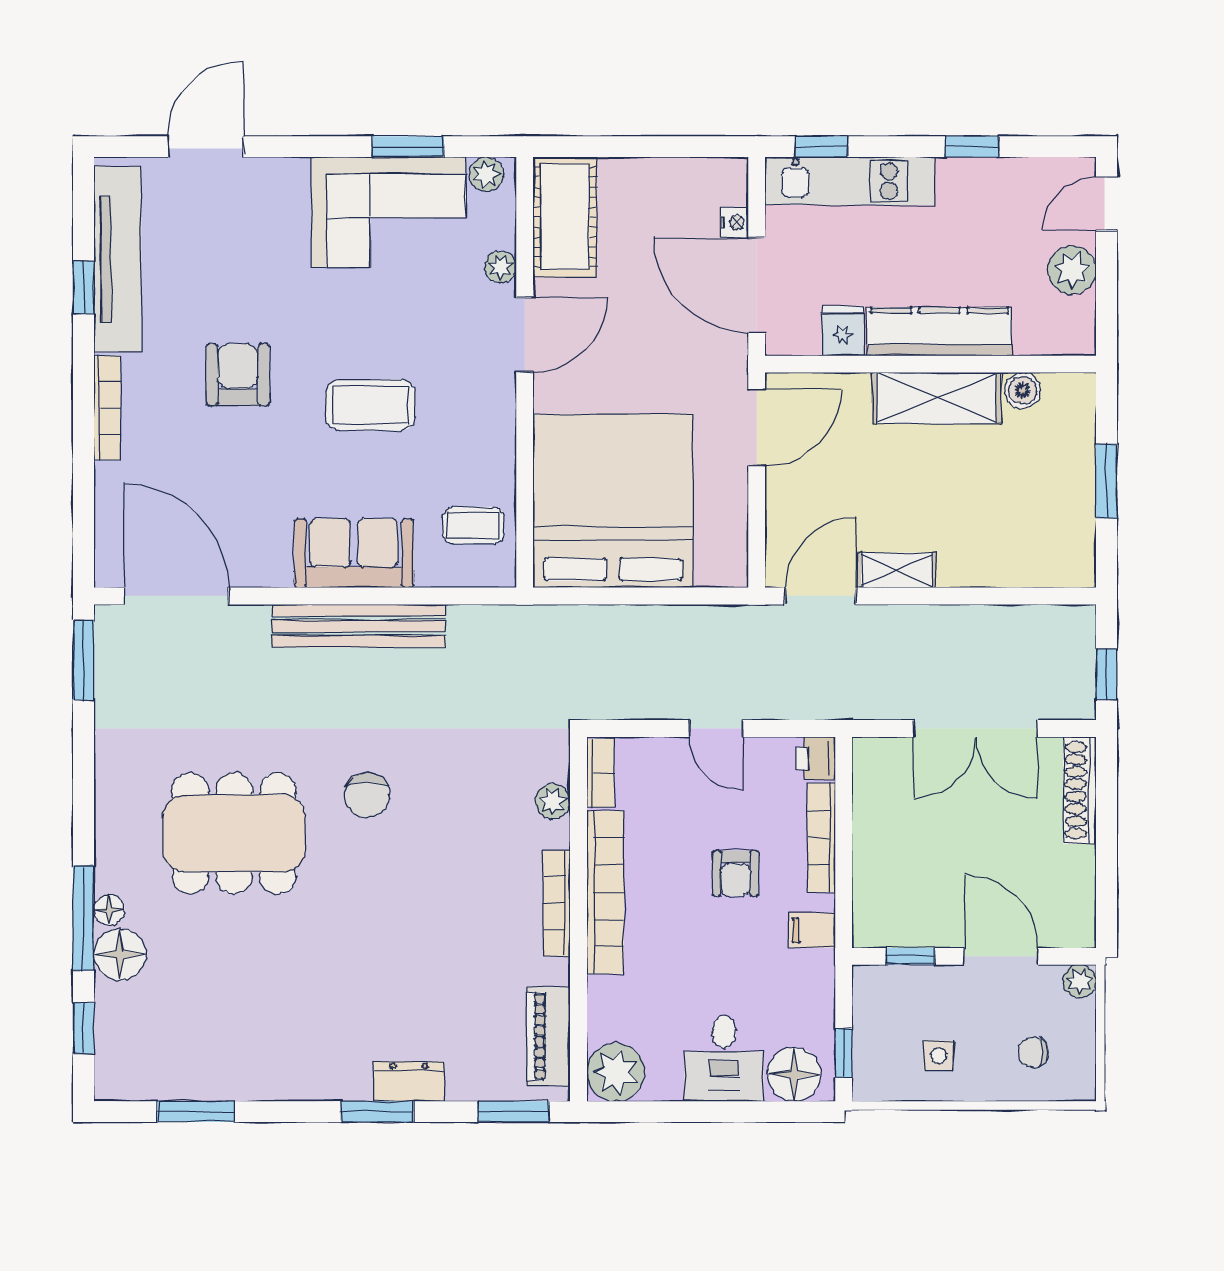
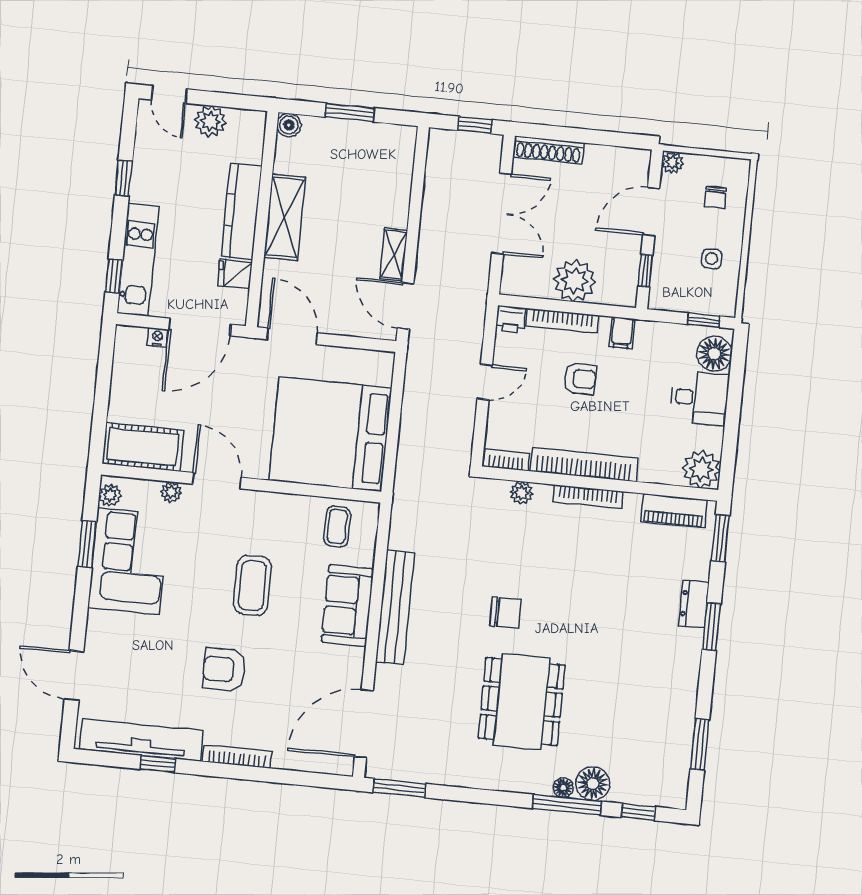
boiler: (1023, 390) -> (289, 125), moved
plant: (884, 850) -> (575, 281), added

